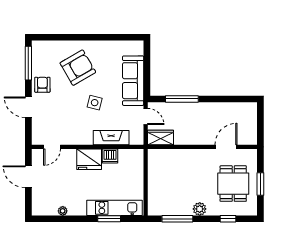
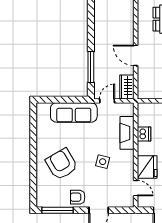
side table: (95, 103) -> (103, 162), moved
door: (226, 147) -> (136, 55), moved
fridge: (89, 159) -> (147, 167), moved

